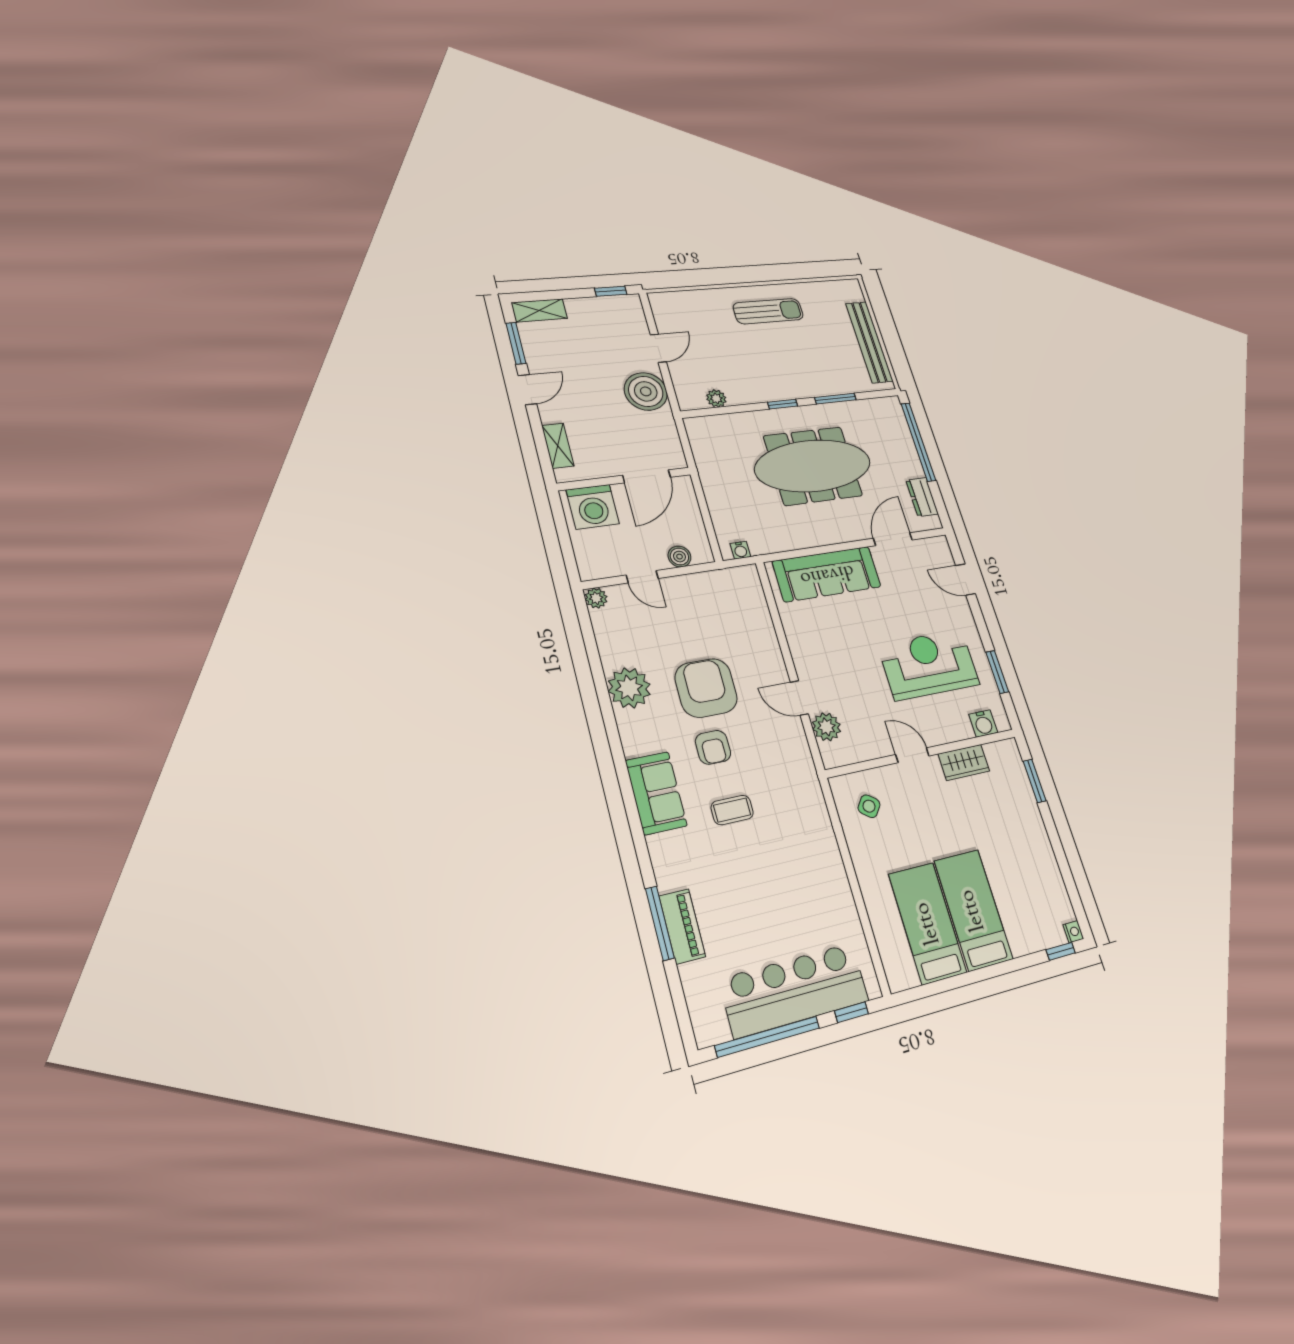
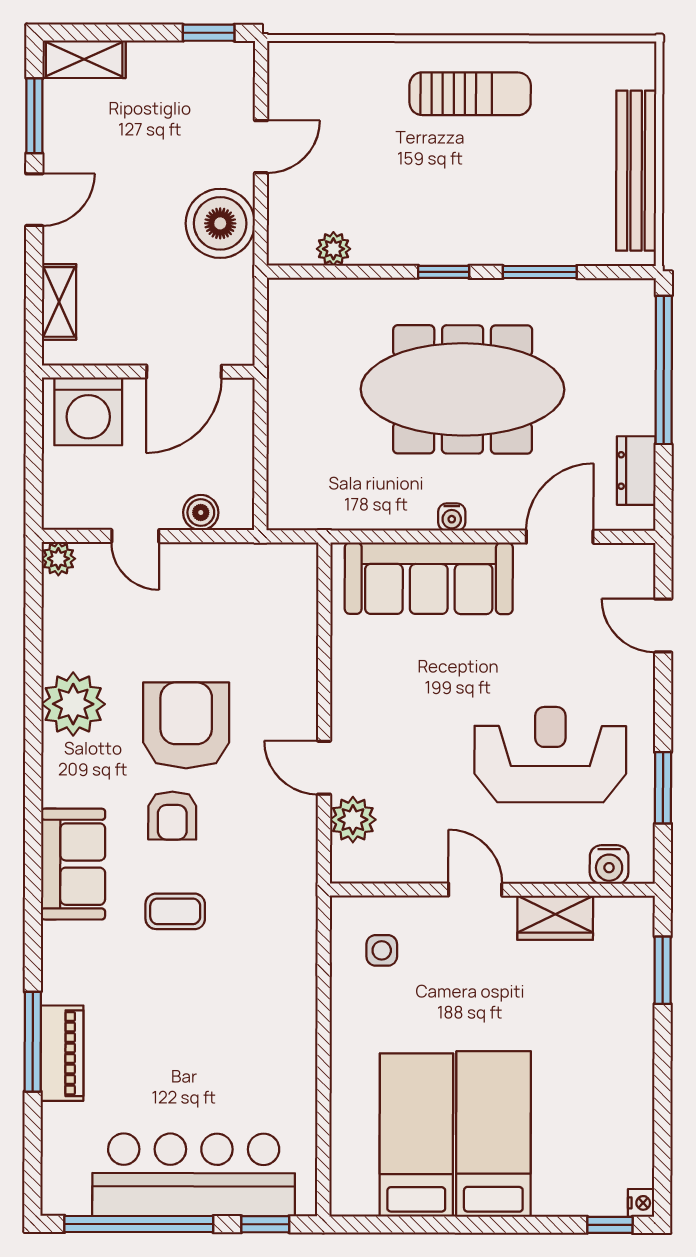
water cooler: (740, 550) -> (452, 517), moved
side table: (869, 806) -> (382, 950), turned -37

